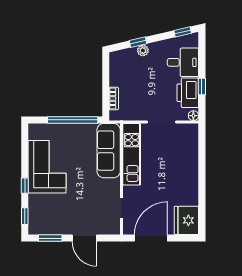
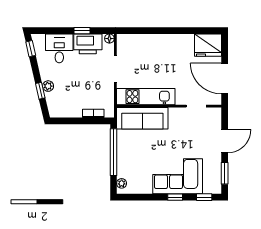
plant: (39, 129) -> (122, 183), added
corner sofa: (47, 167) -> (178, 176), moved

